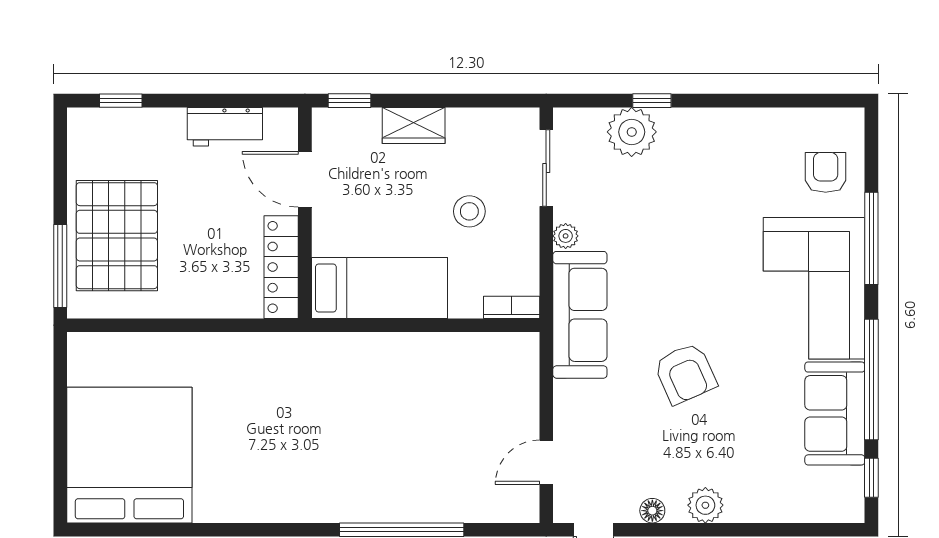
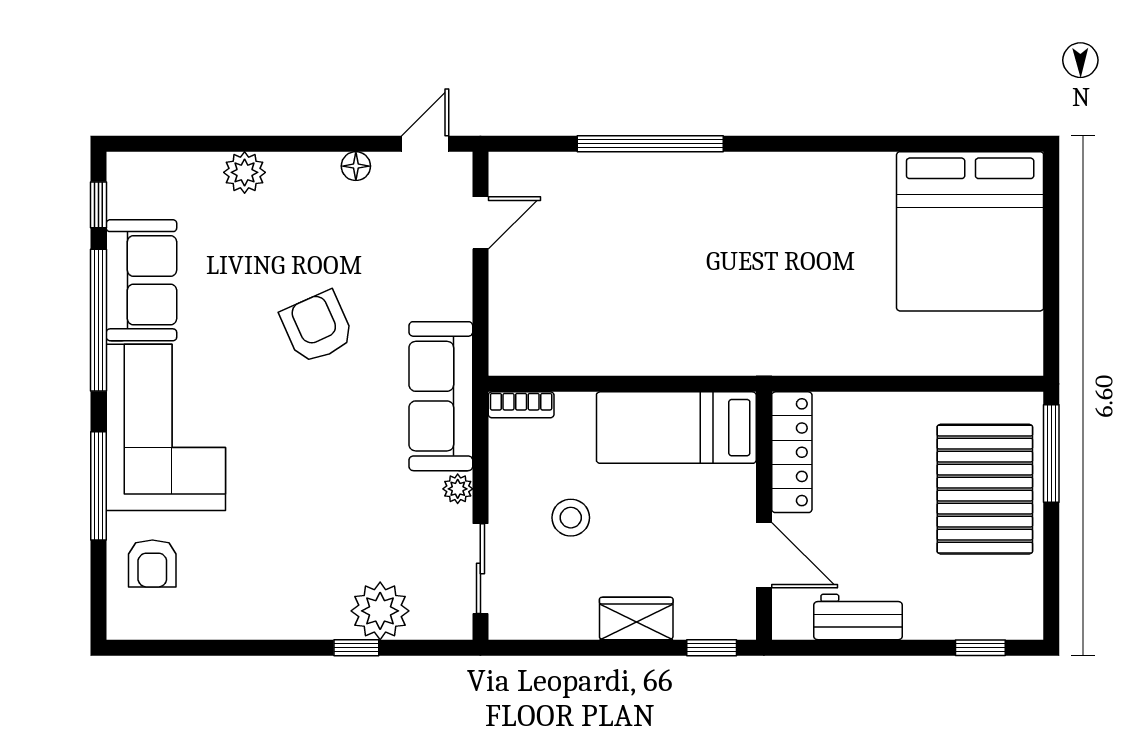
plant: (705, 505) -> (245, 172), moved

